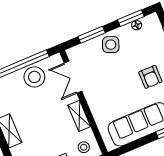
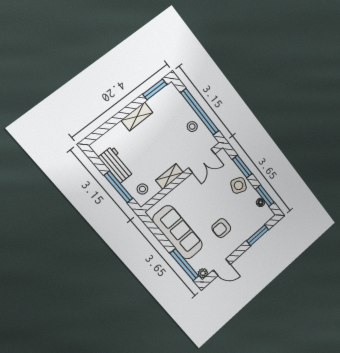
stool: (34, 77) -> (192, 127), width x0.53, depth x0.53
double door: (73, 77) -> (202, 161), swing flipped

